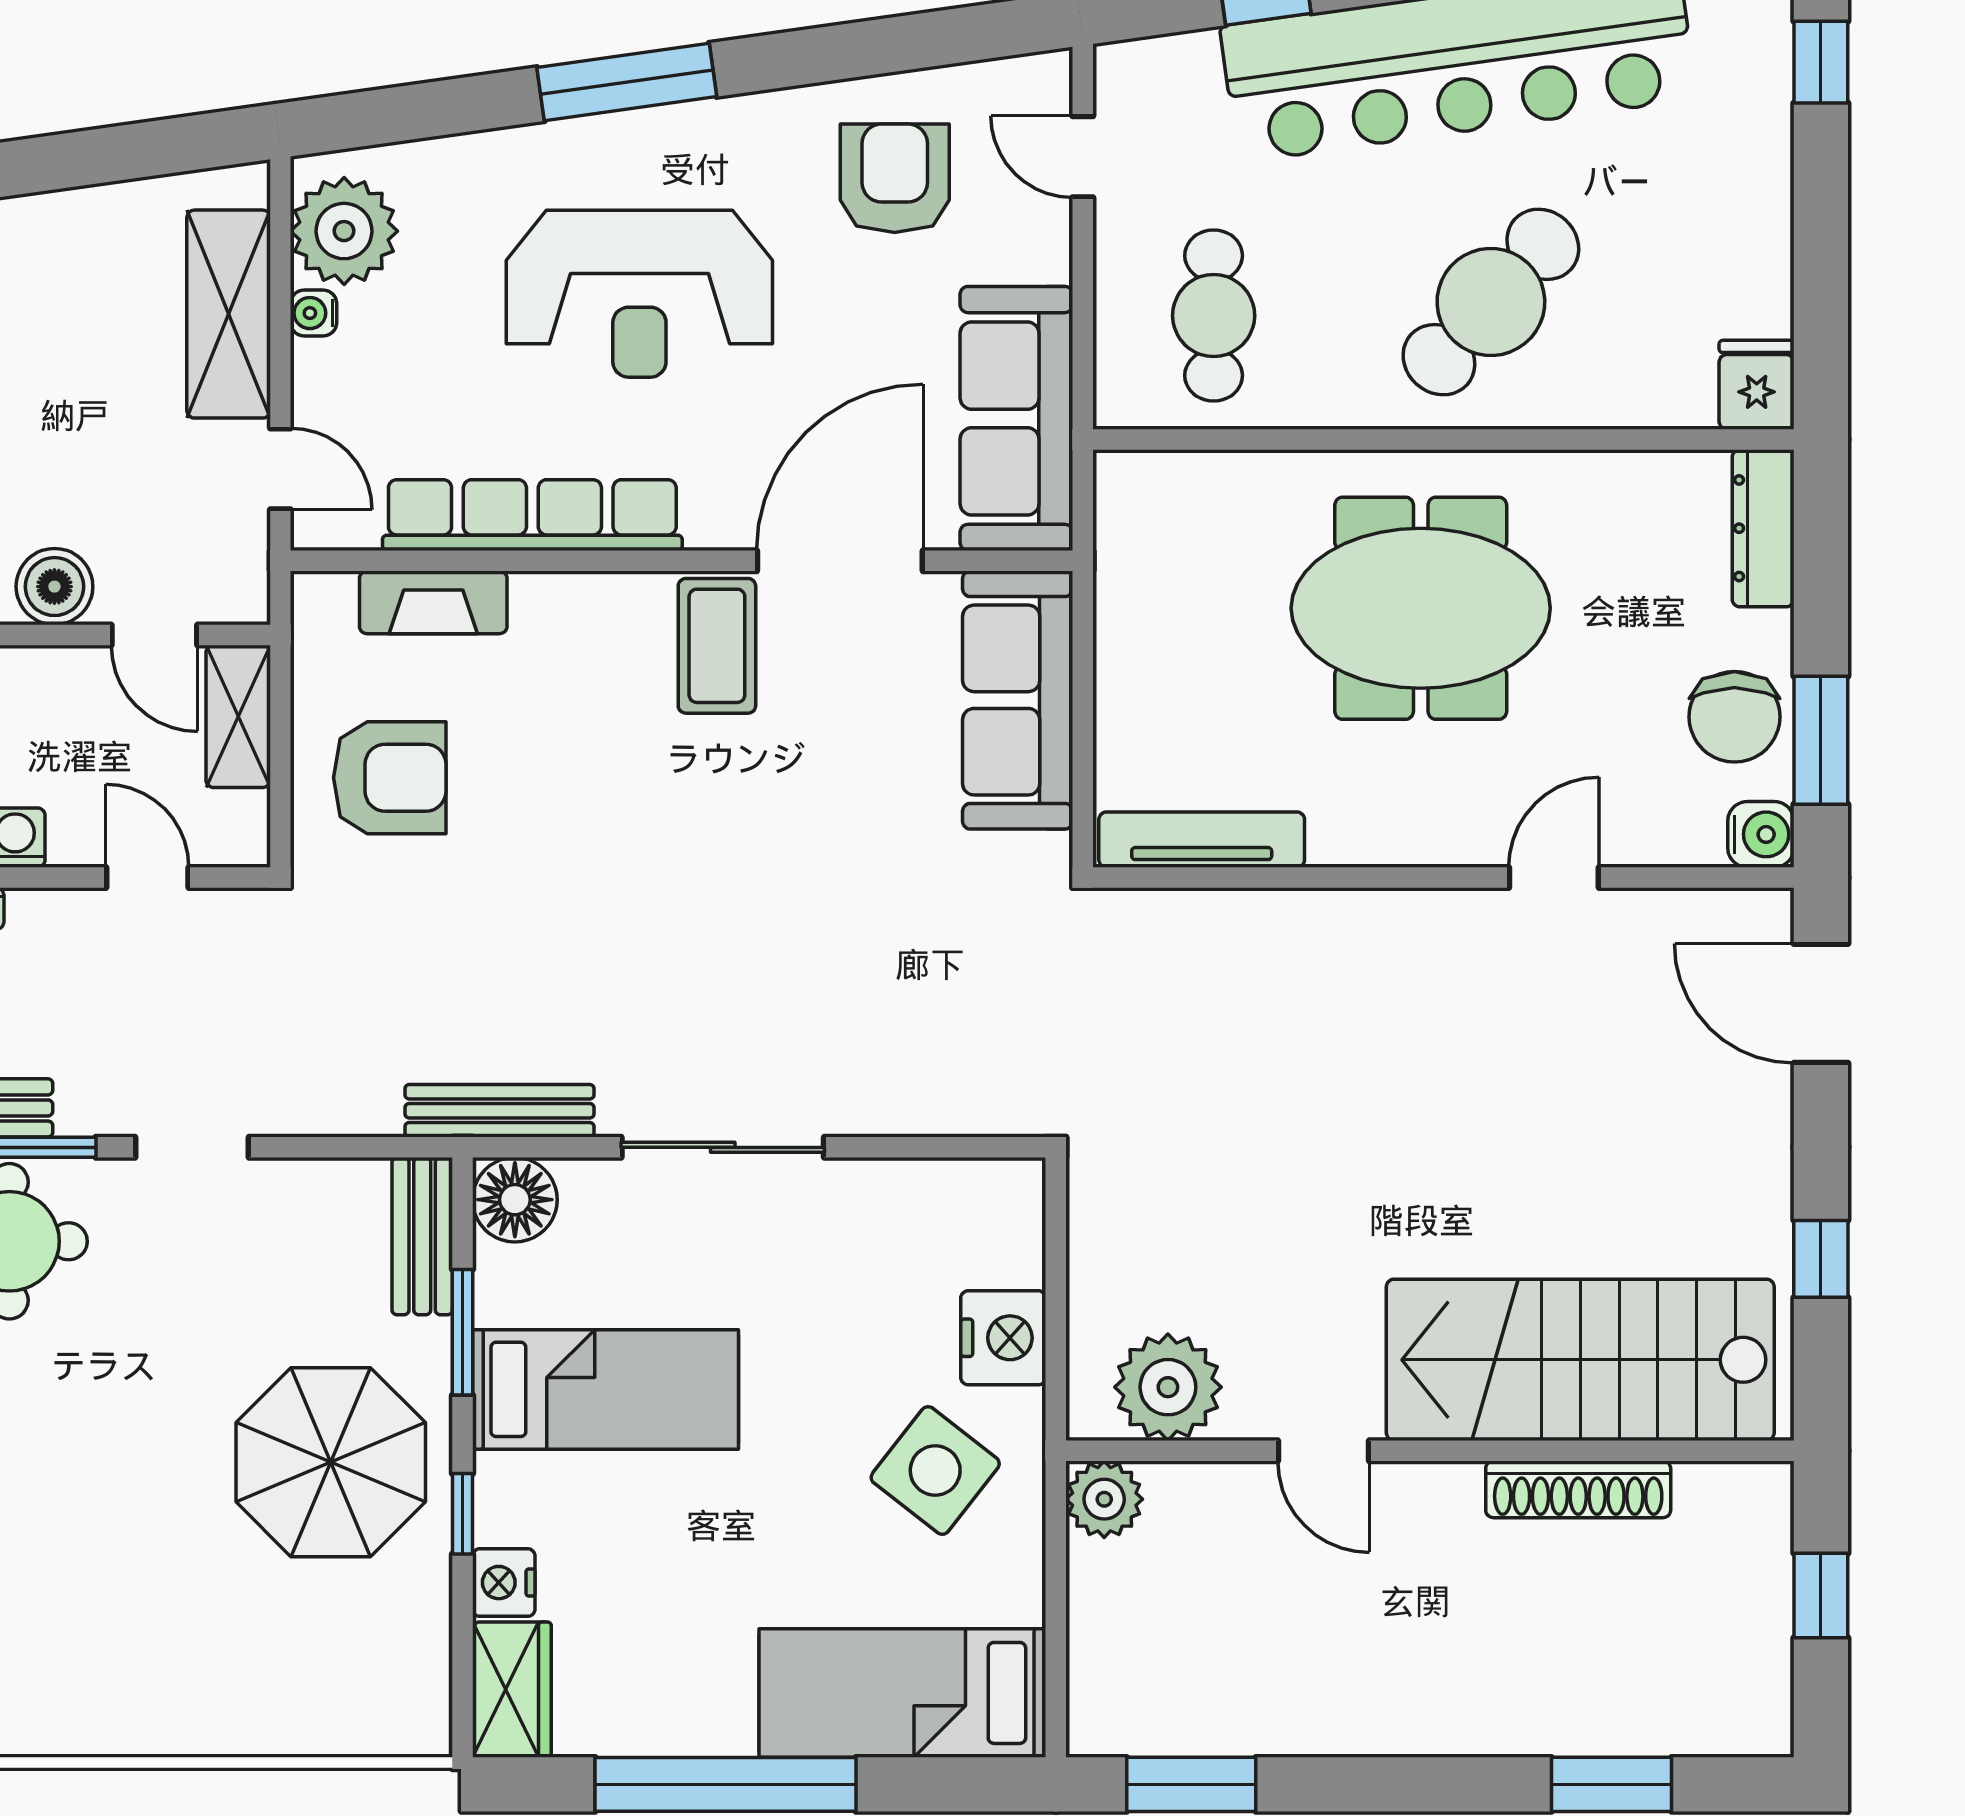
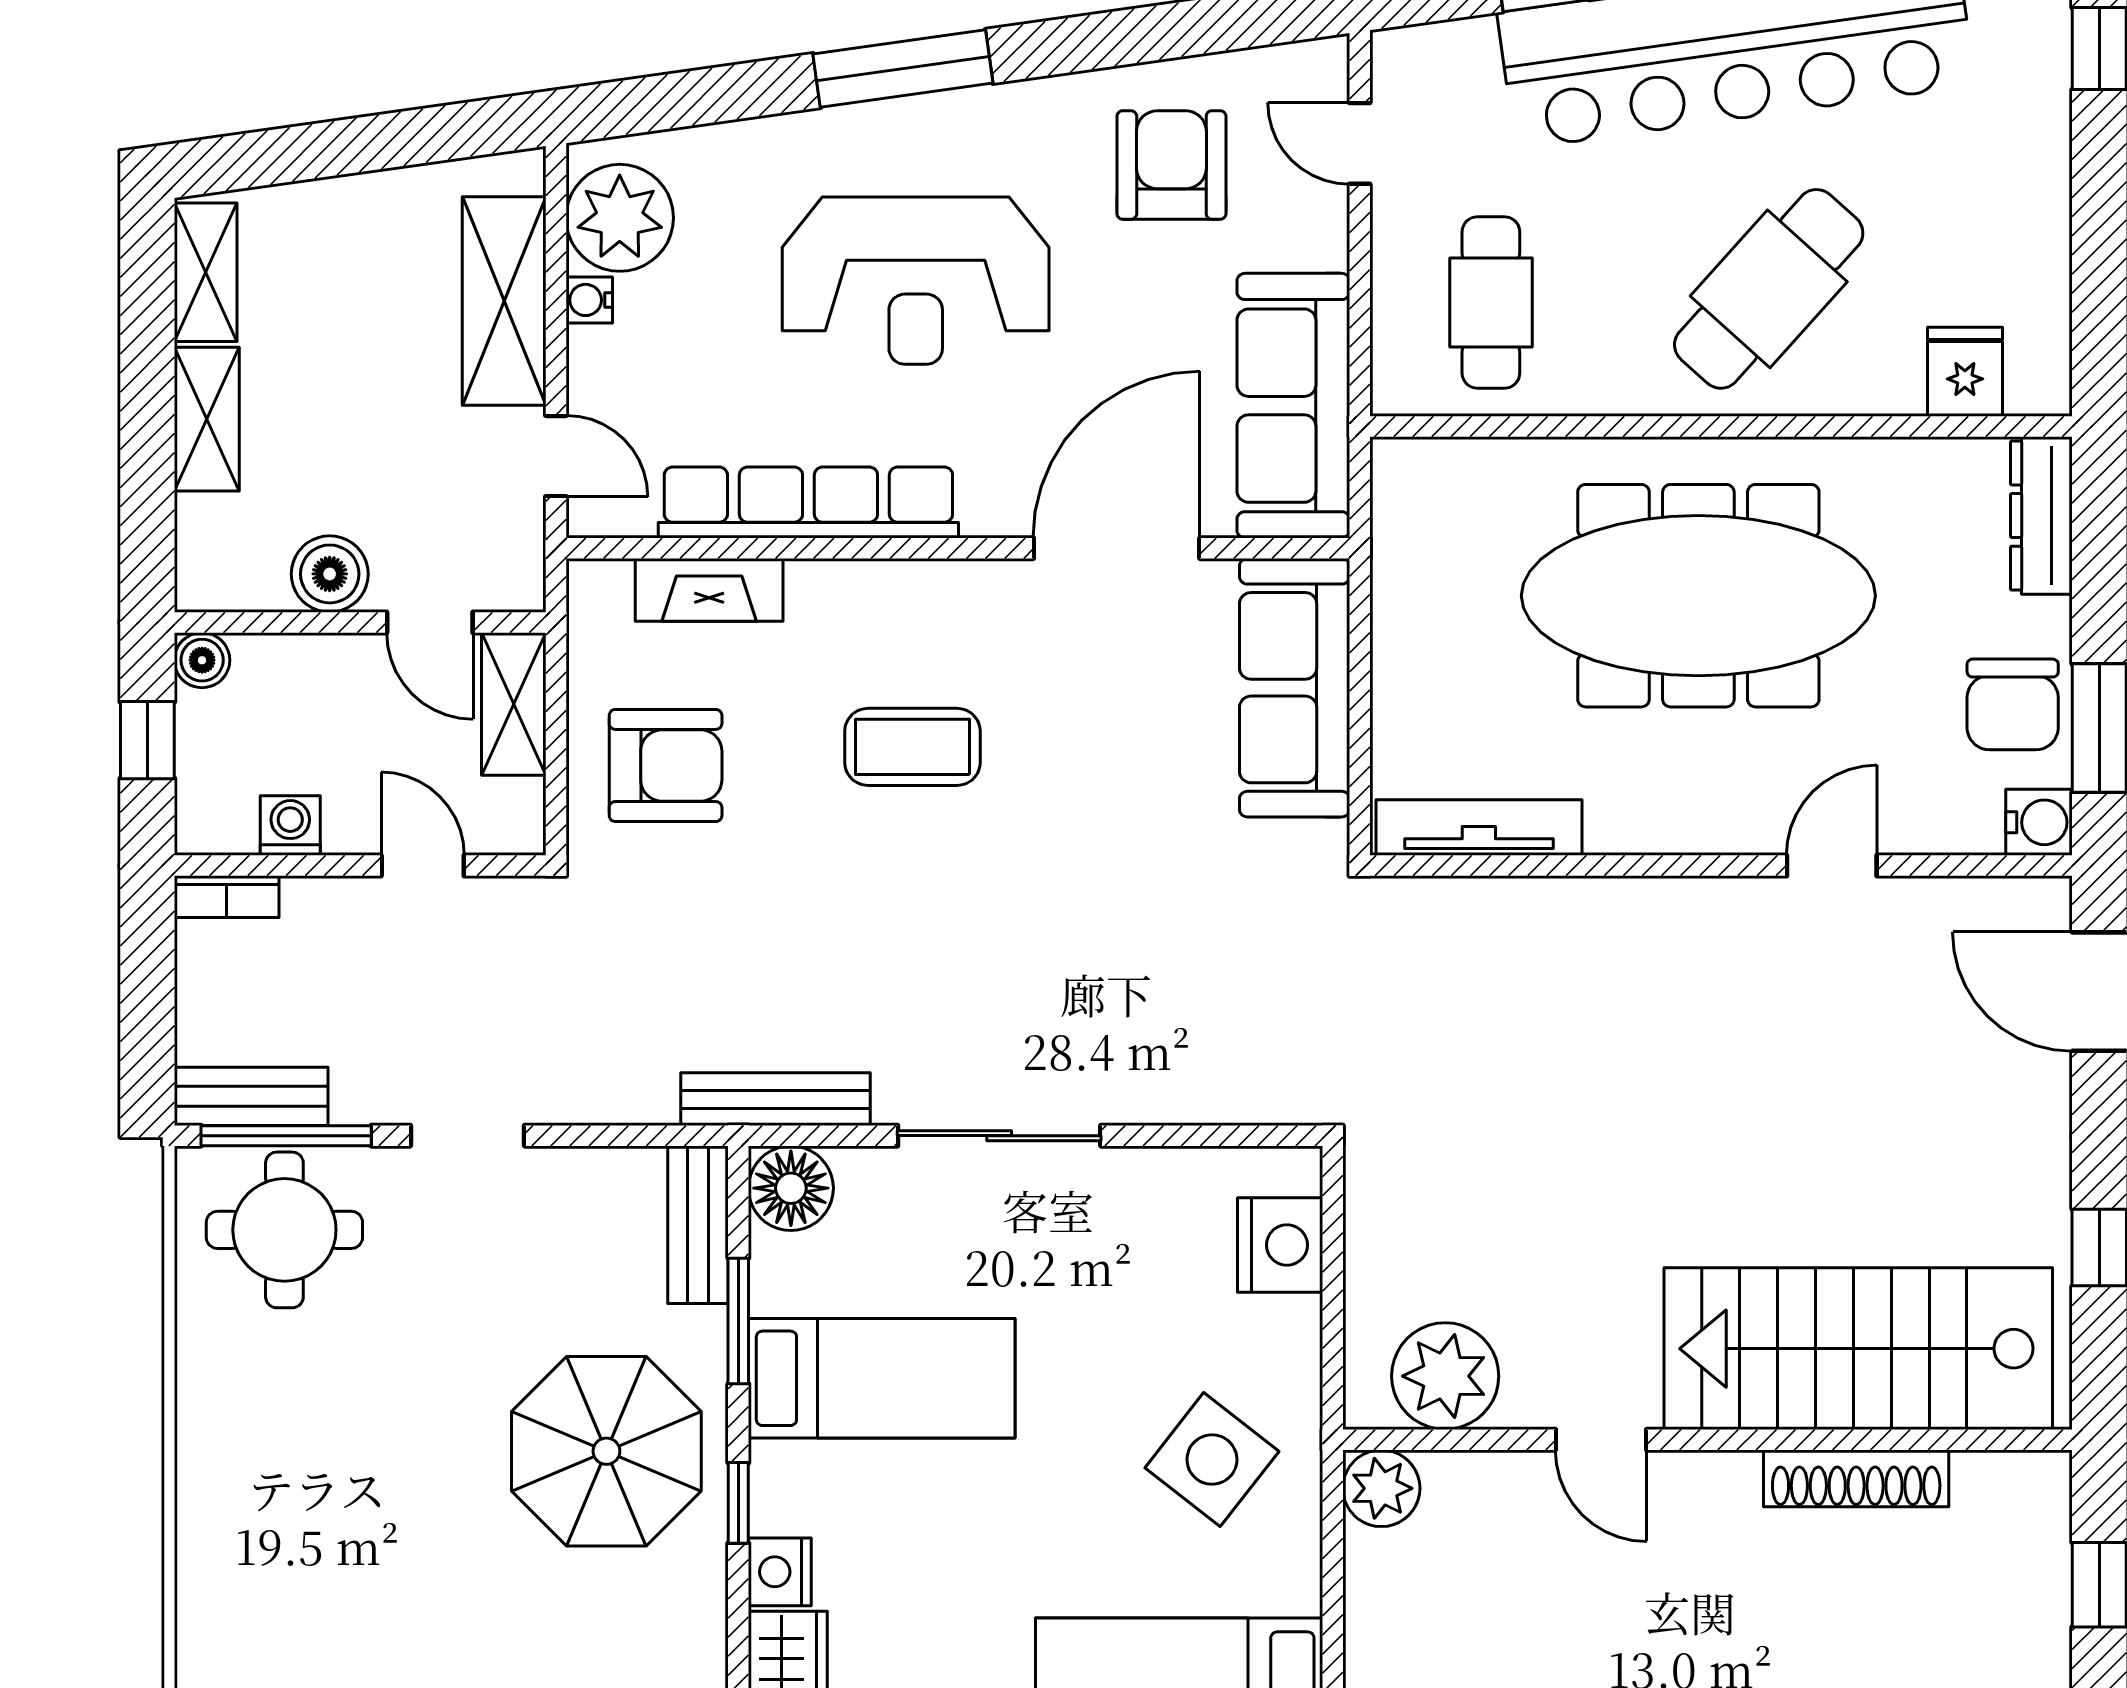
fridge: (1757, 385) -> (1965, 372), moved
meeting table: (1421, 608) -> (1698, 596), width x1.36
coffee table: (717, 646) -> (912, 747), moved, turned 90
nightstand: (1003, 1338) -> (1280, 1245), moved

